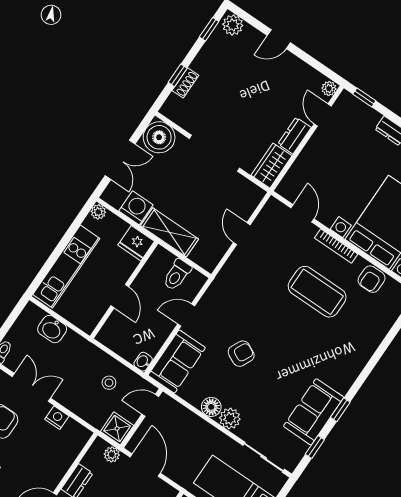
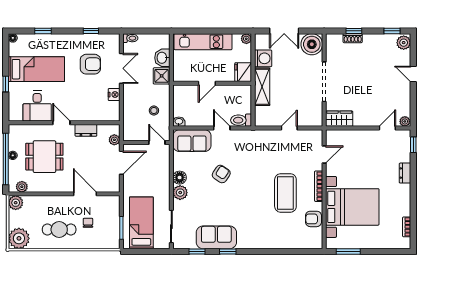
dresser: (295, 136) -> (365, 120), removed
toilet: (177, 275) -> (241, 120), moved
armchair: (241, 354) -> (221, 174), turned -82
shower: (117, 428) -> (162, 76), moved

